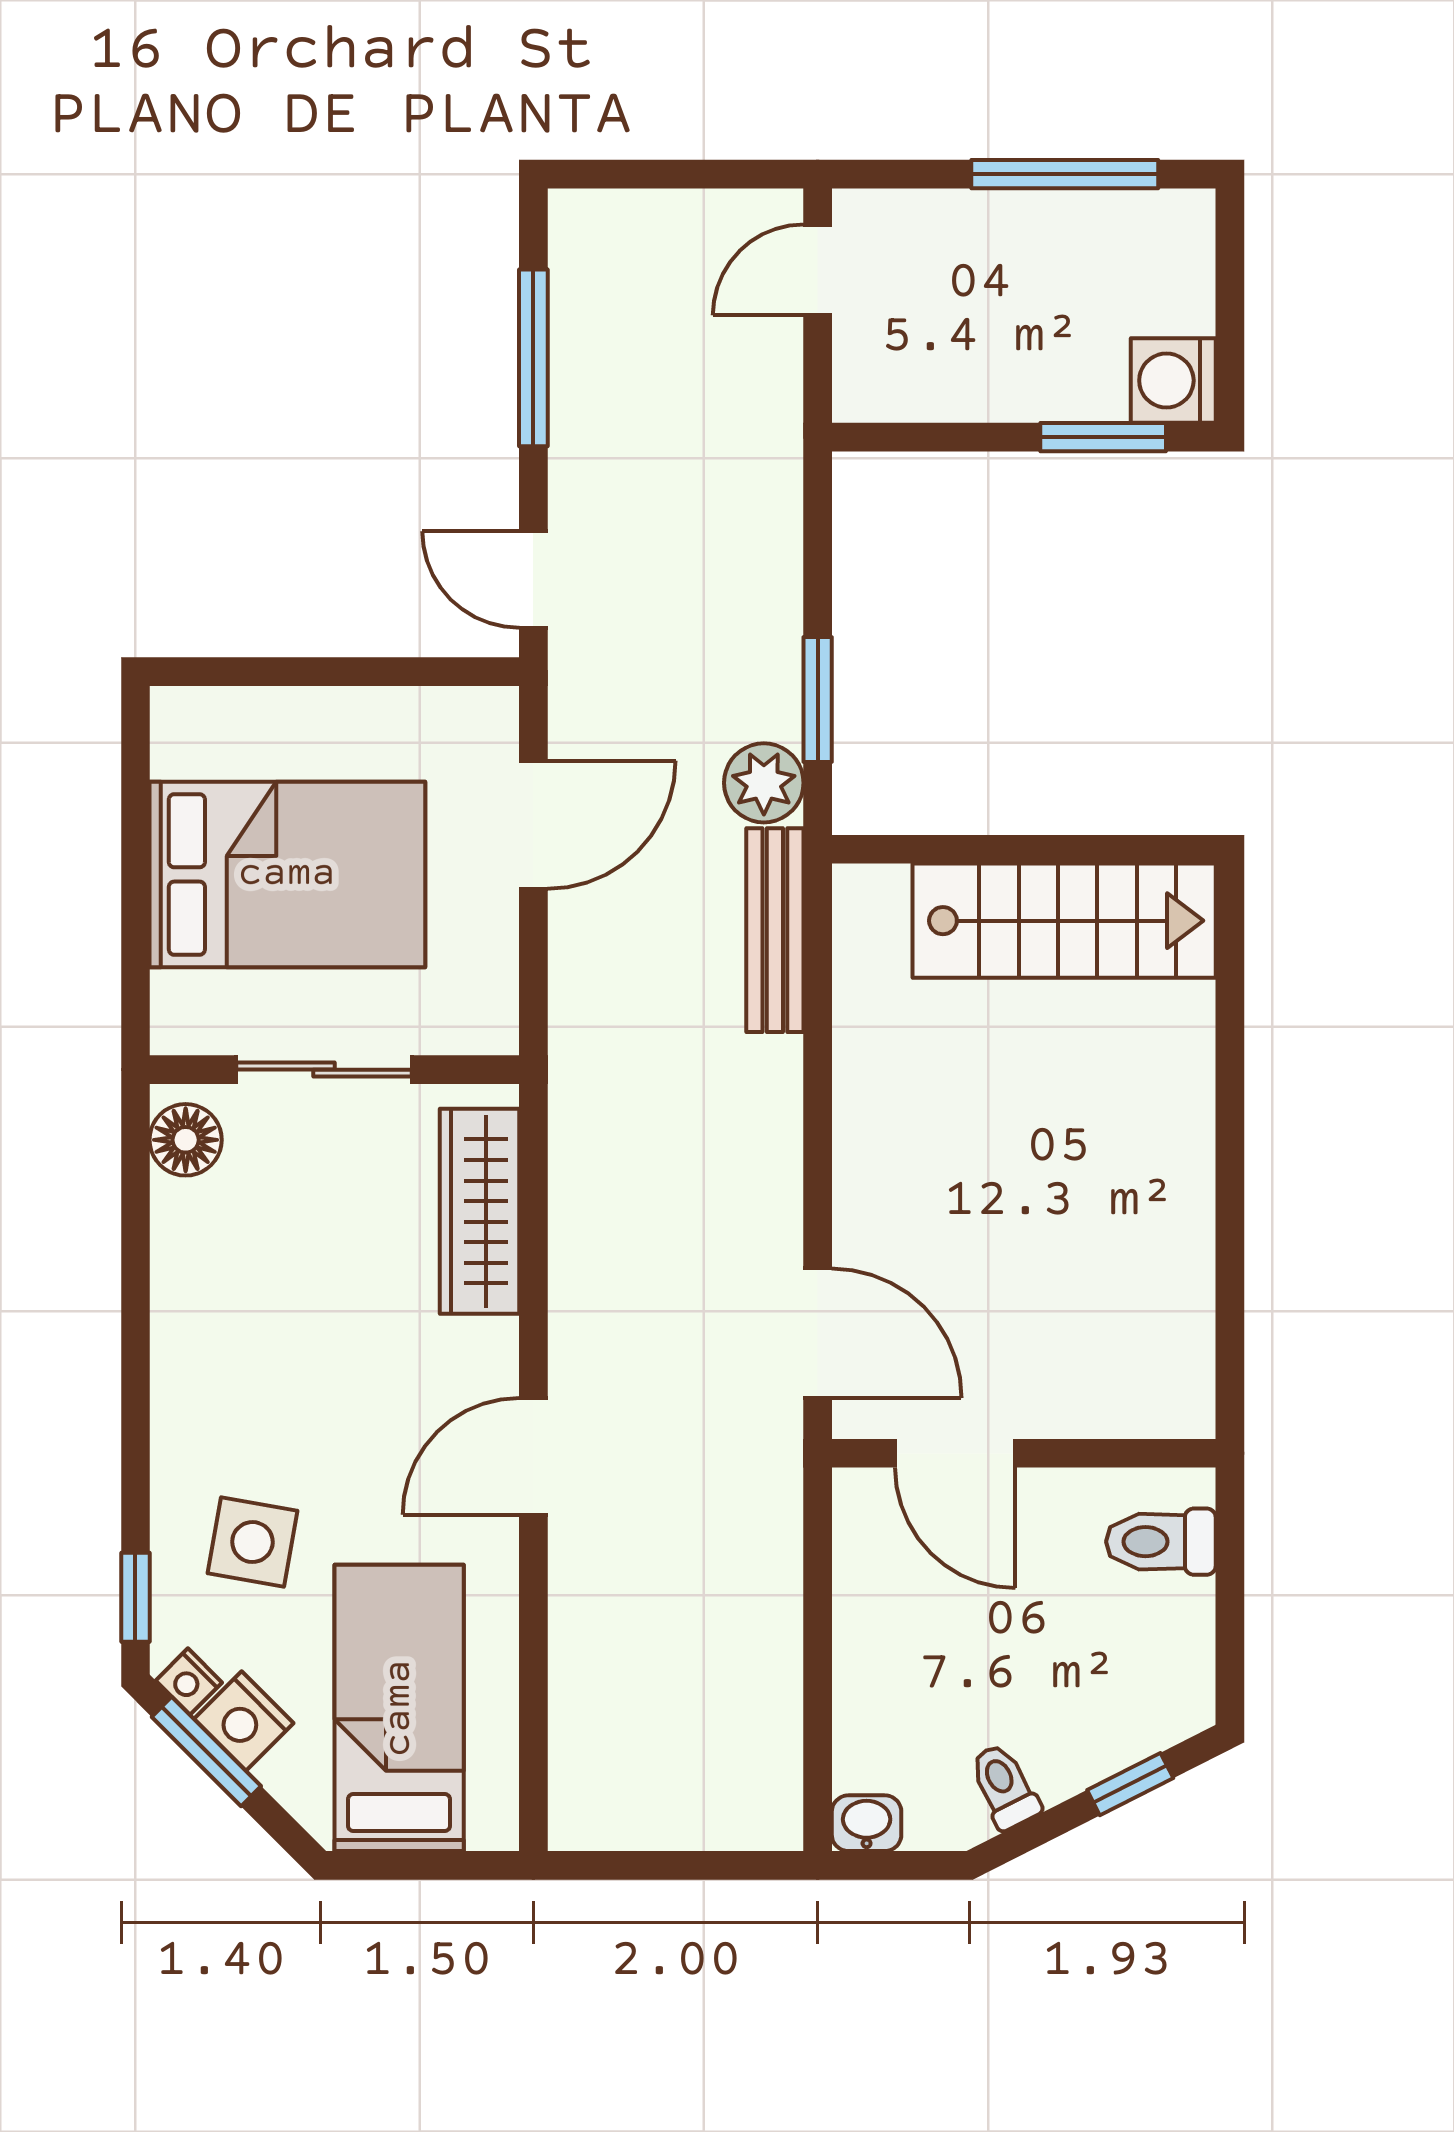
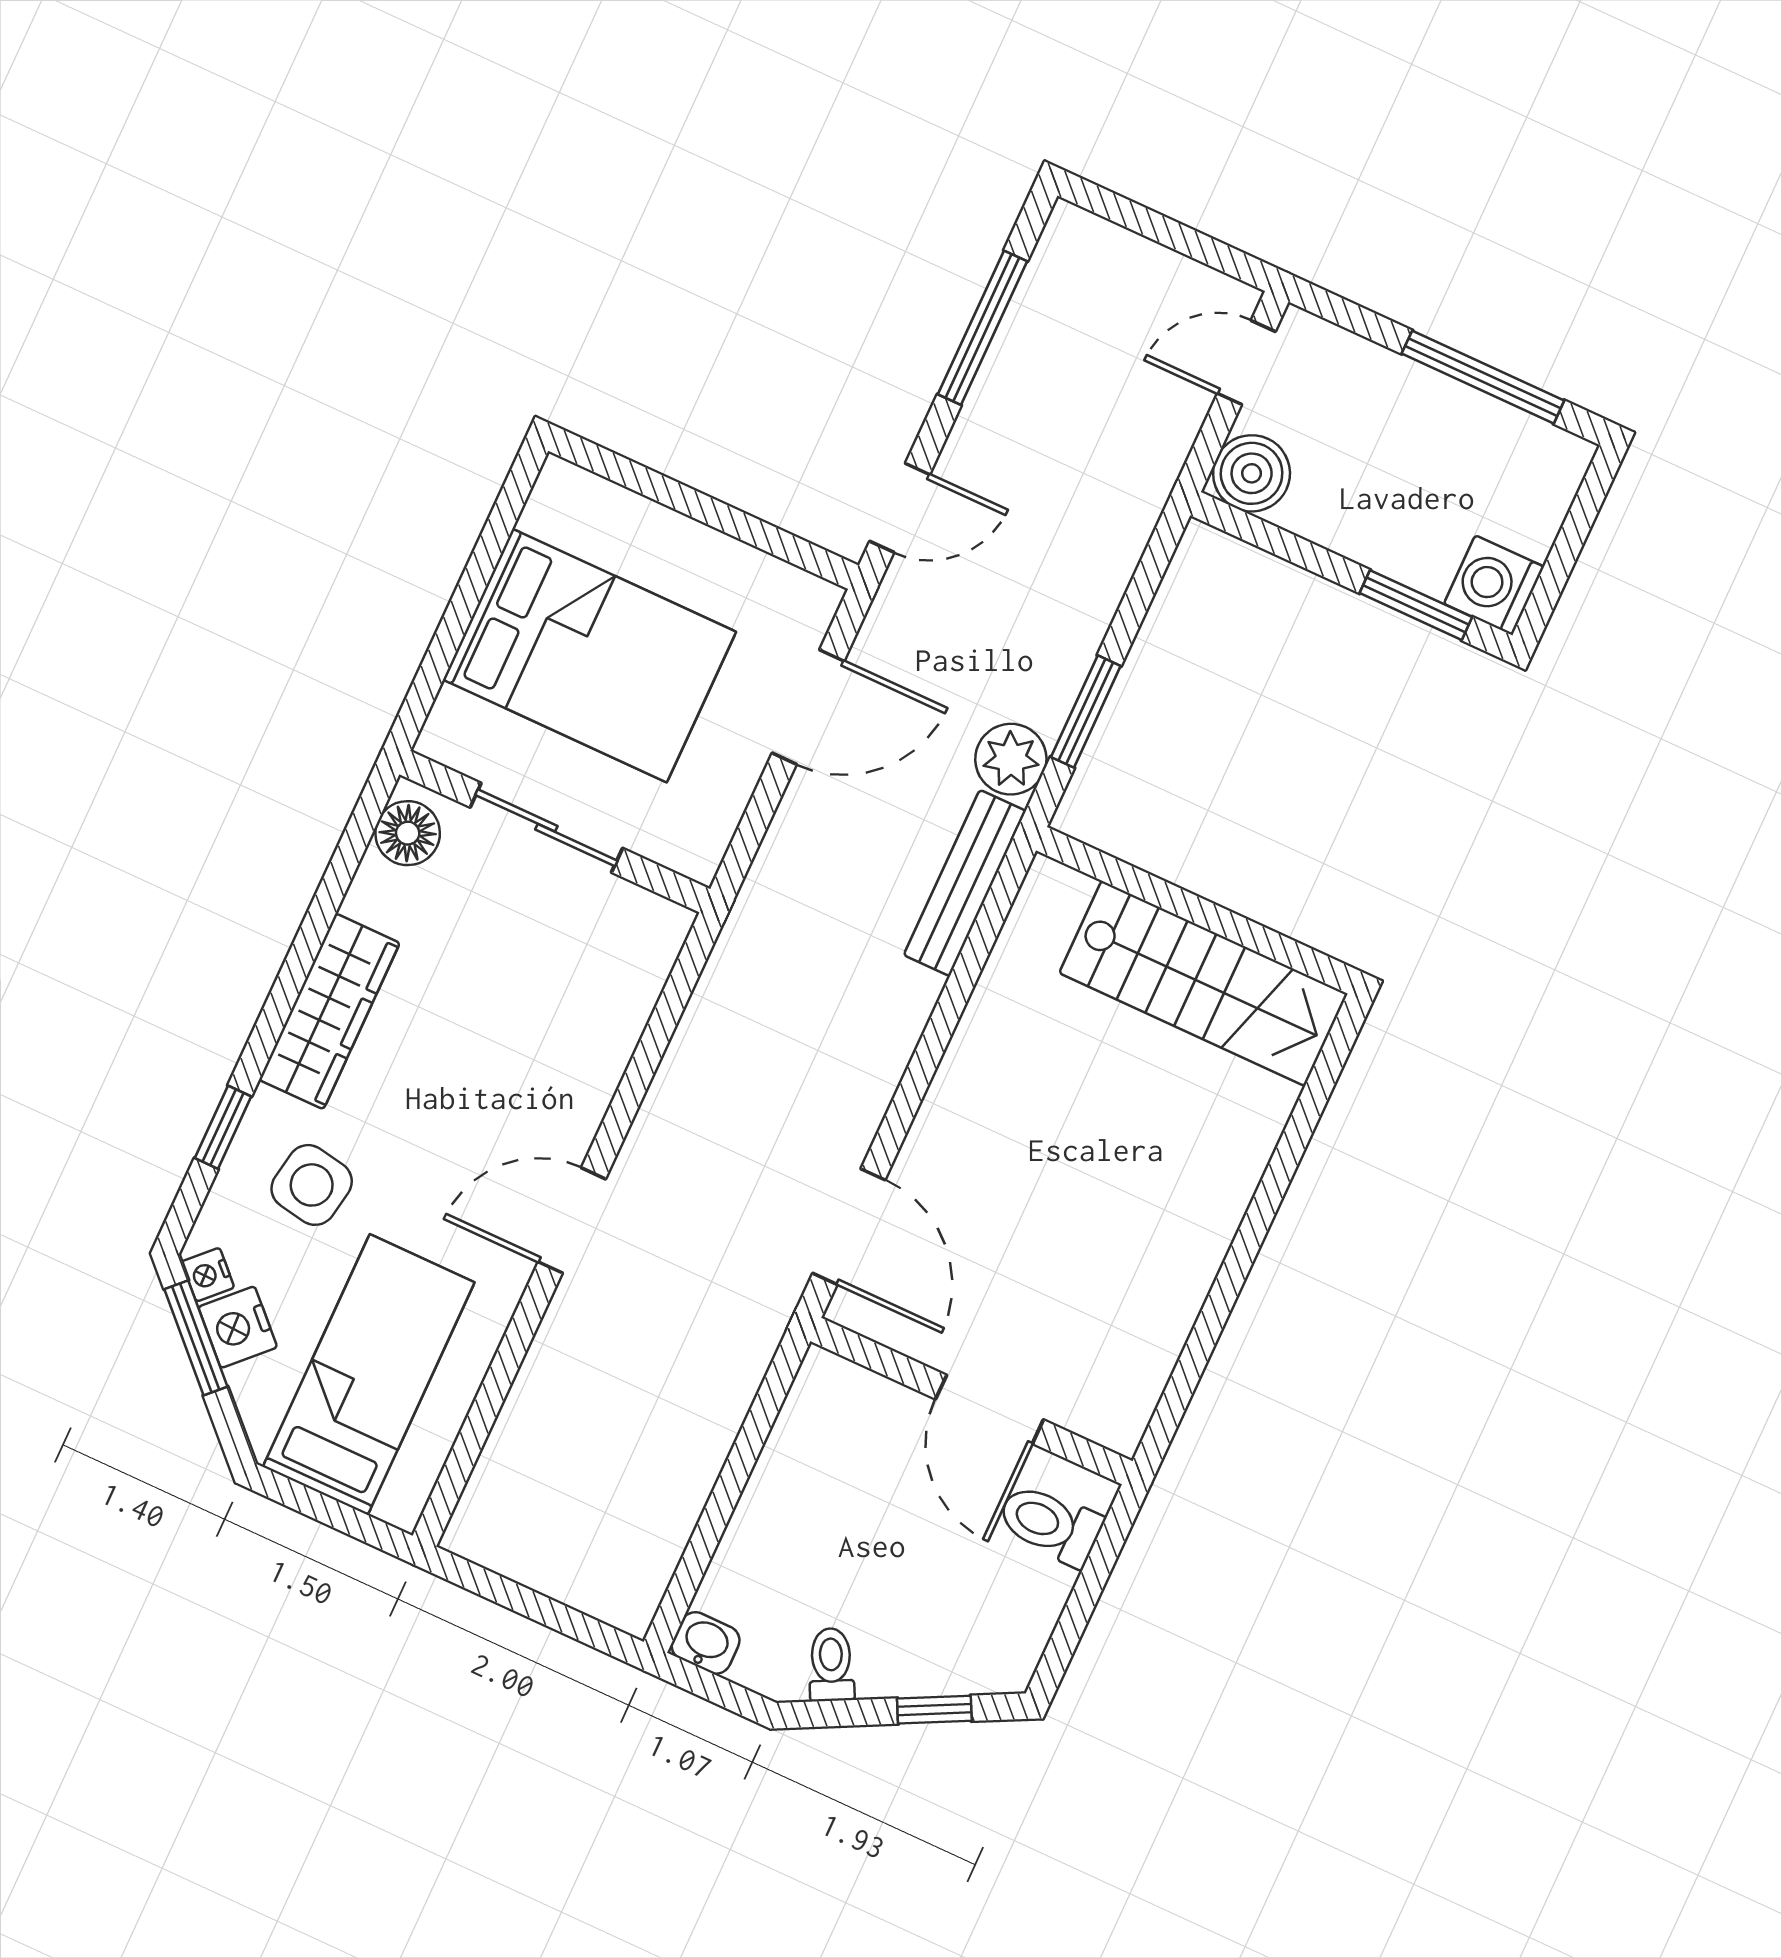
boiler: (875, 380) -> (1252, 473), added
door: (533, 579) -> (900, 508), swing flipped
wardrobe: (480, 1211) -> (329, 1011), moved, turned 180
door: (955, 1453) -> (989, 1409), moved
window: (135, 1597) -> (223, 1127), moved

